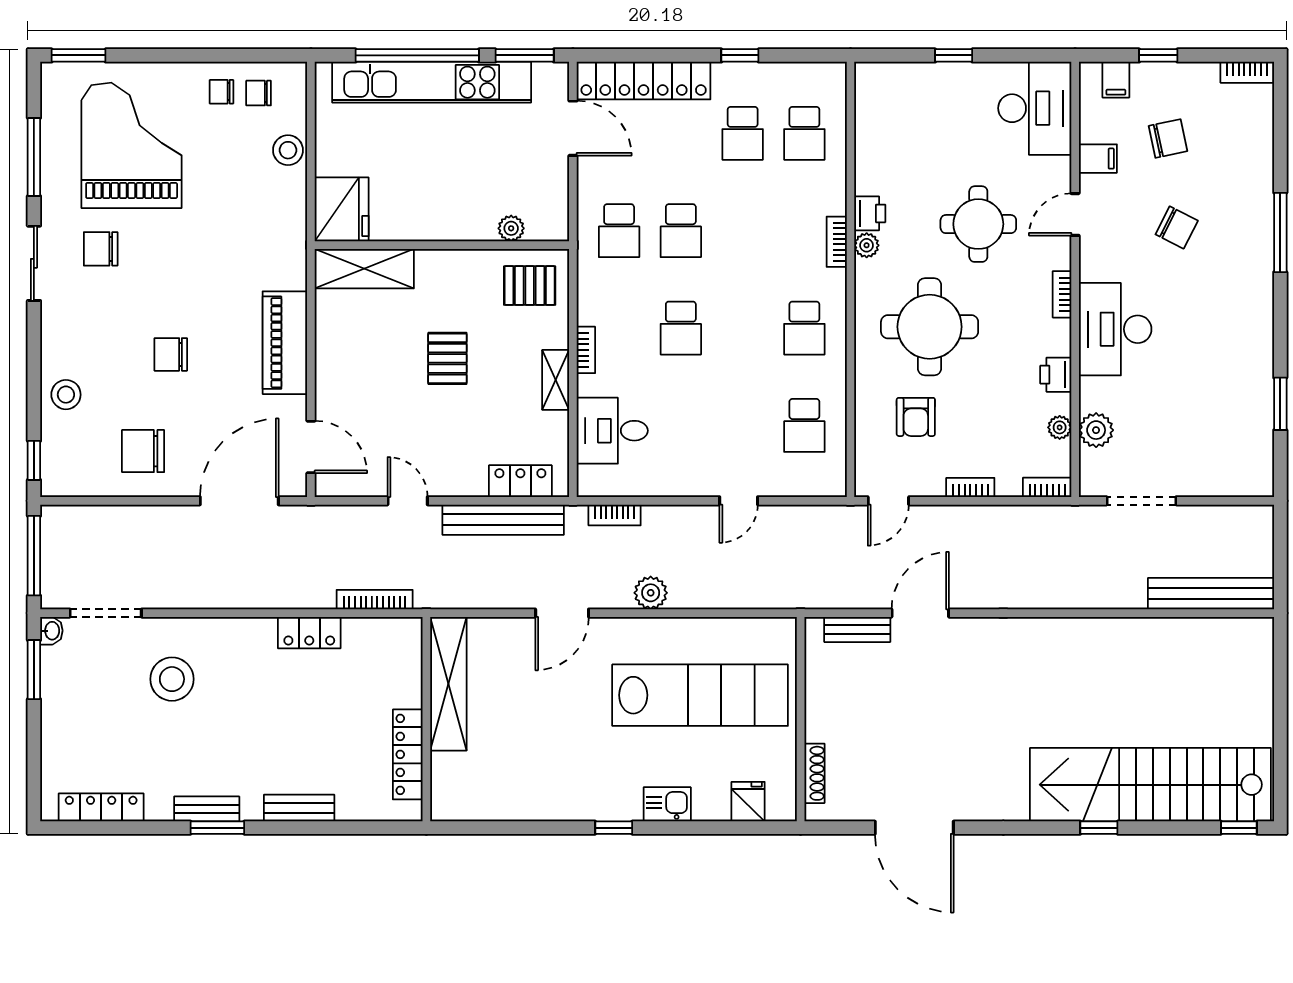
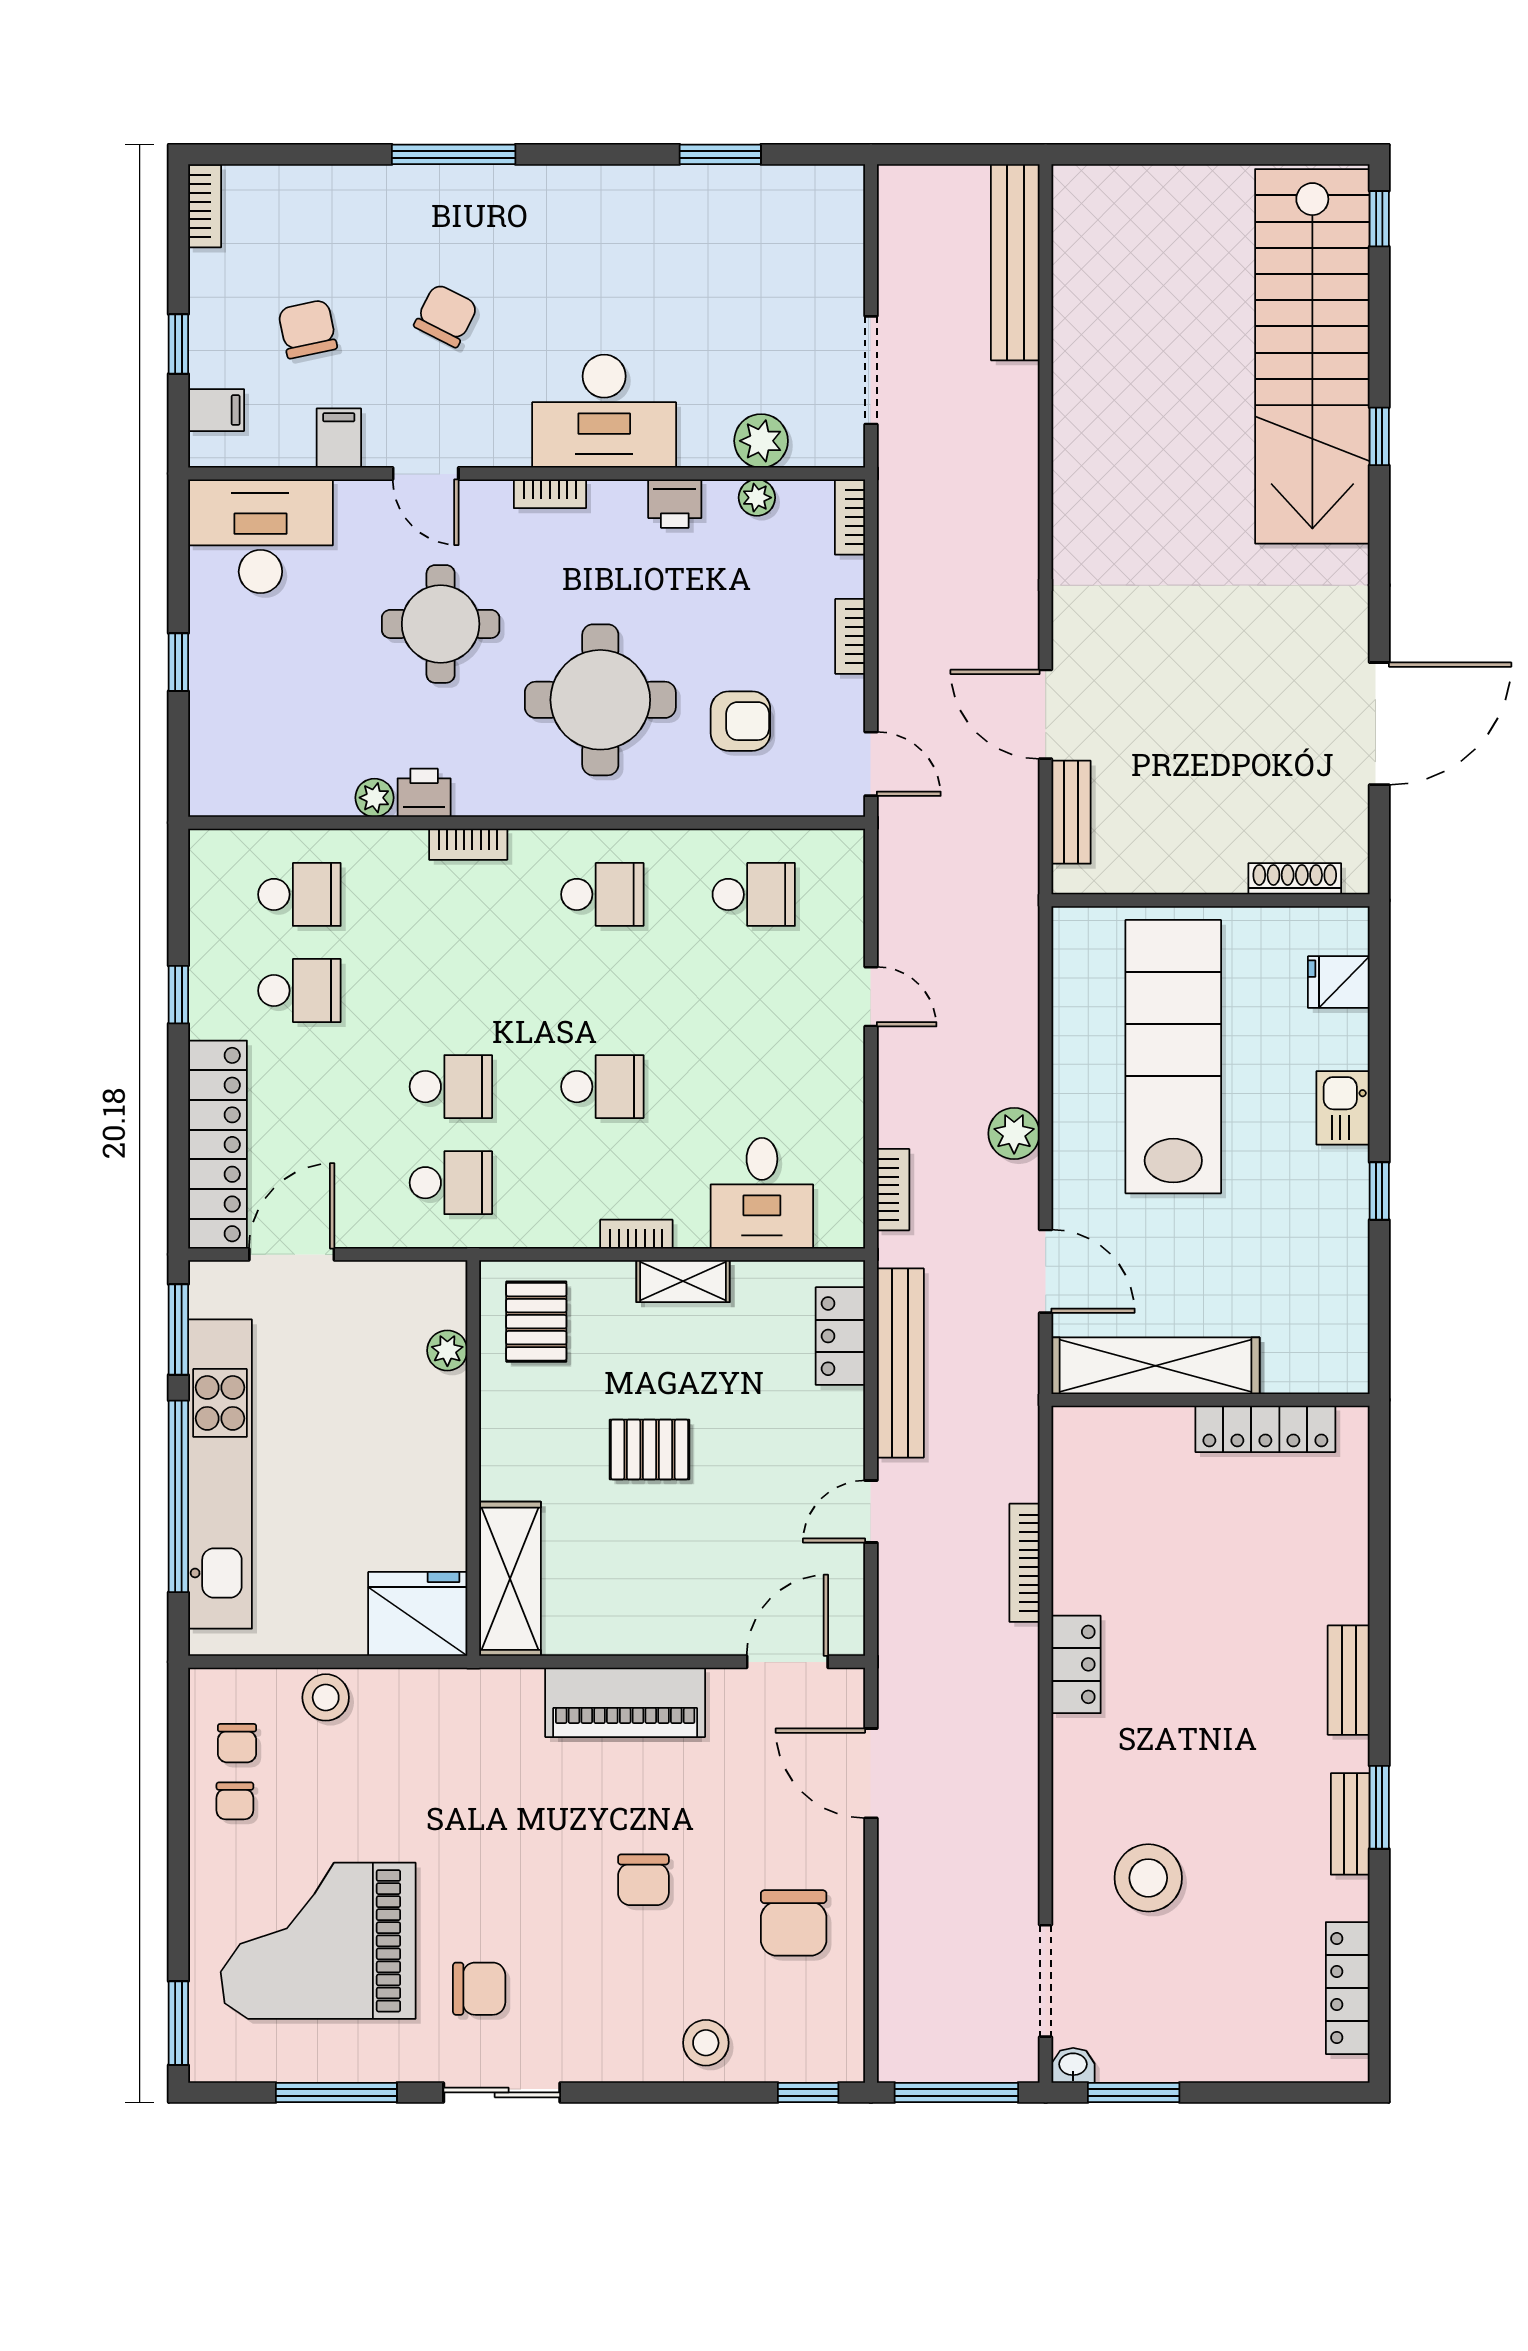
plant: (867, 245) -> (374, 798), moved
chair: (101, 249) -> (479, 1989), turned -90
door: (239, 501) -> (871, 1773), width x0.73
shelving: (448, 684) -> (1155, 1366), moved
wall: (426, 719) -> (1210, 1400), moved
locker: (408, 754) -> (1265, 1429), moved

